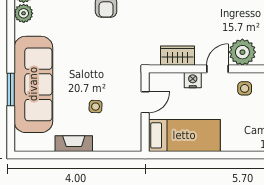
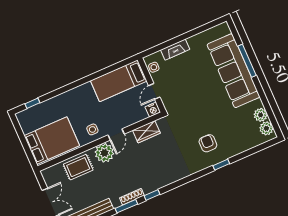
nightstand: (193, 80) -> (153, 110), moved
window: (11, 90) -> (247, 61), width x1.44
side table: (96, 107) -> (154, 67), moved
fireplace: (74, 144) -> (175, 50), moved

